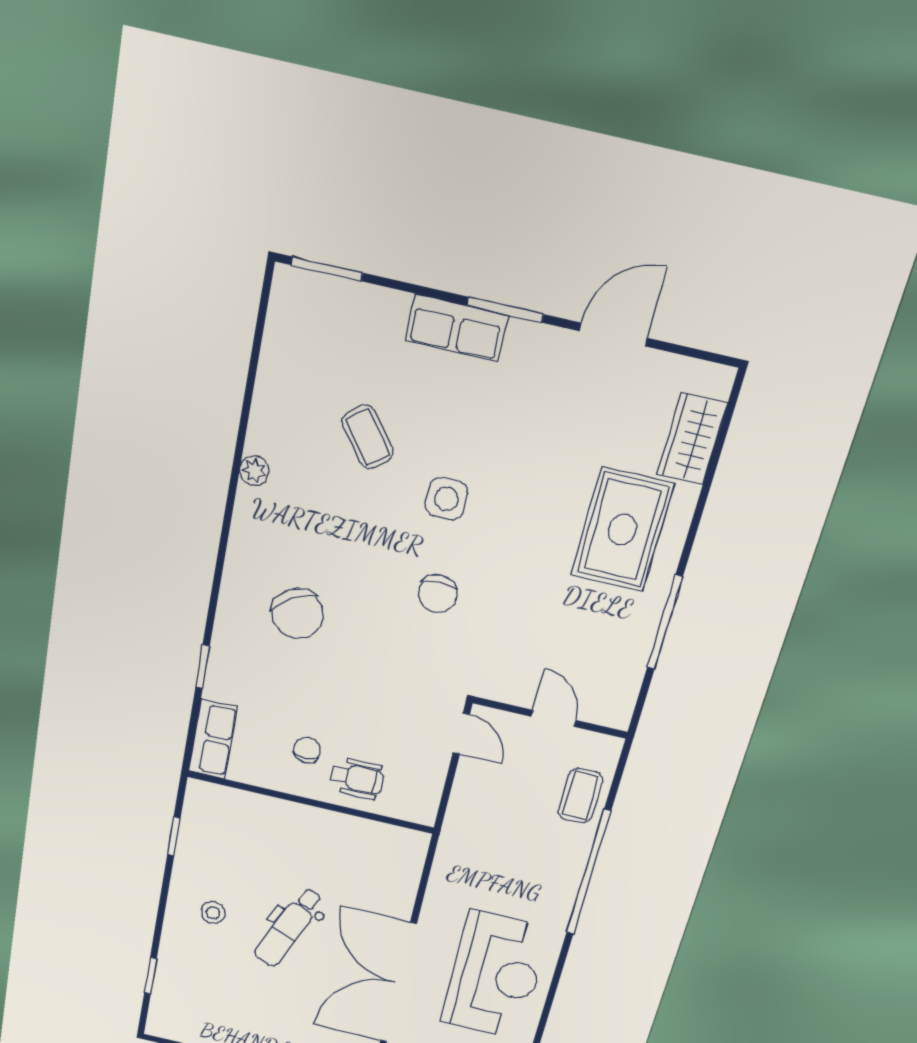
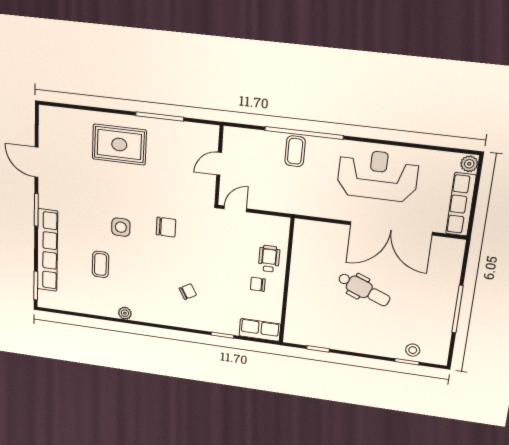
row of seats: (456, 328) -> (47, 250), width x2.02
coffee table: (368, 437) -> (100, 264), turned -52
wardrobe: (692, 439) -> (73, 120), removed
chair: (297, 614) -> (188, 292), width x0.54, depth x0.54
coffee table: (580, 796) -> (295, 151), moved, turned 90
stool: (213, 913) -> (413, 350), moved

